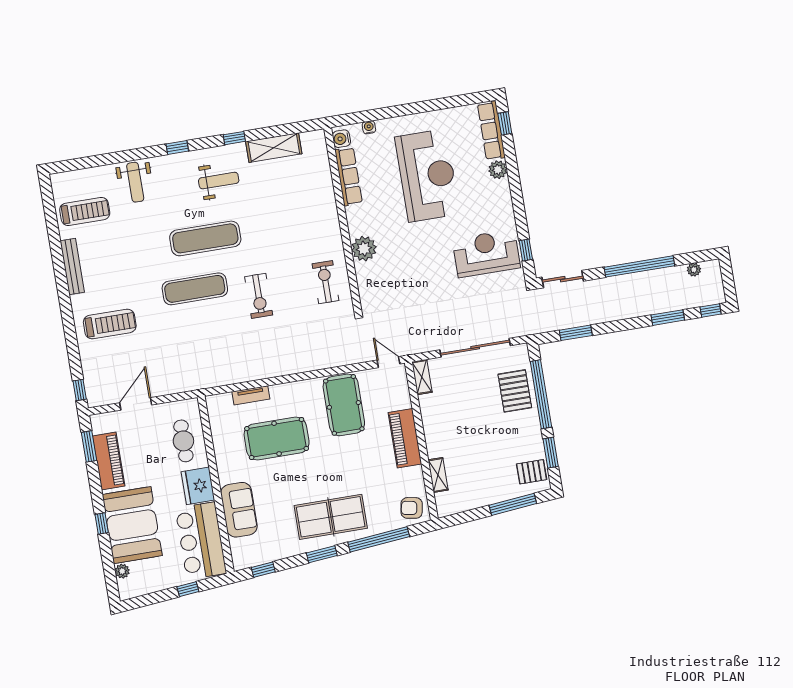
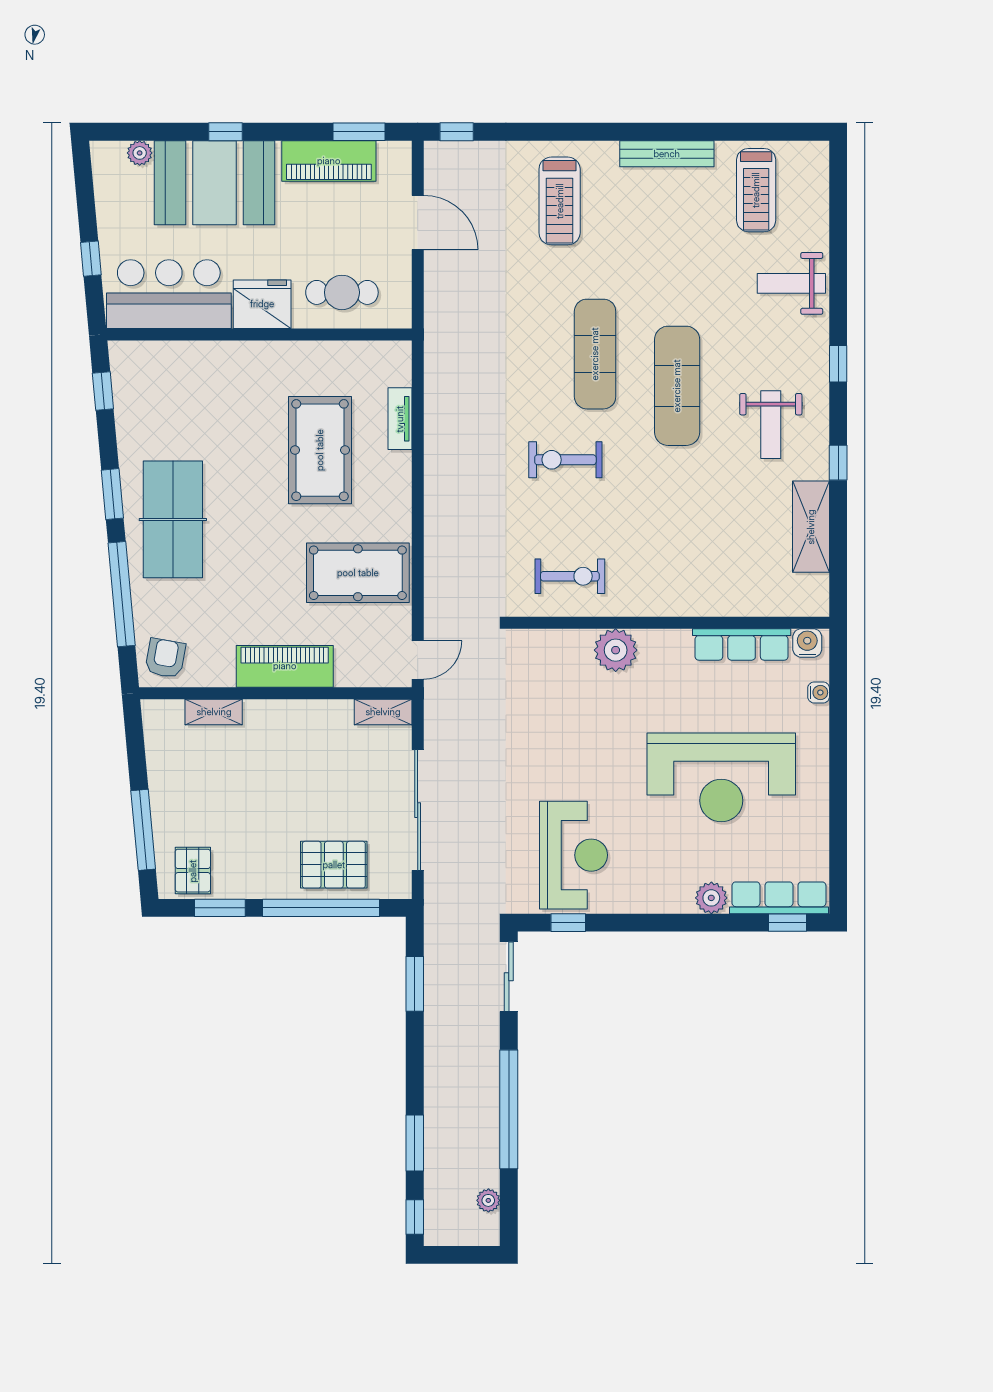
sofa: (239, 510) -> (211, 367), removed

